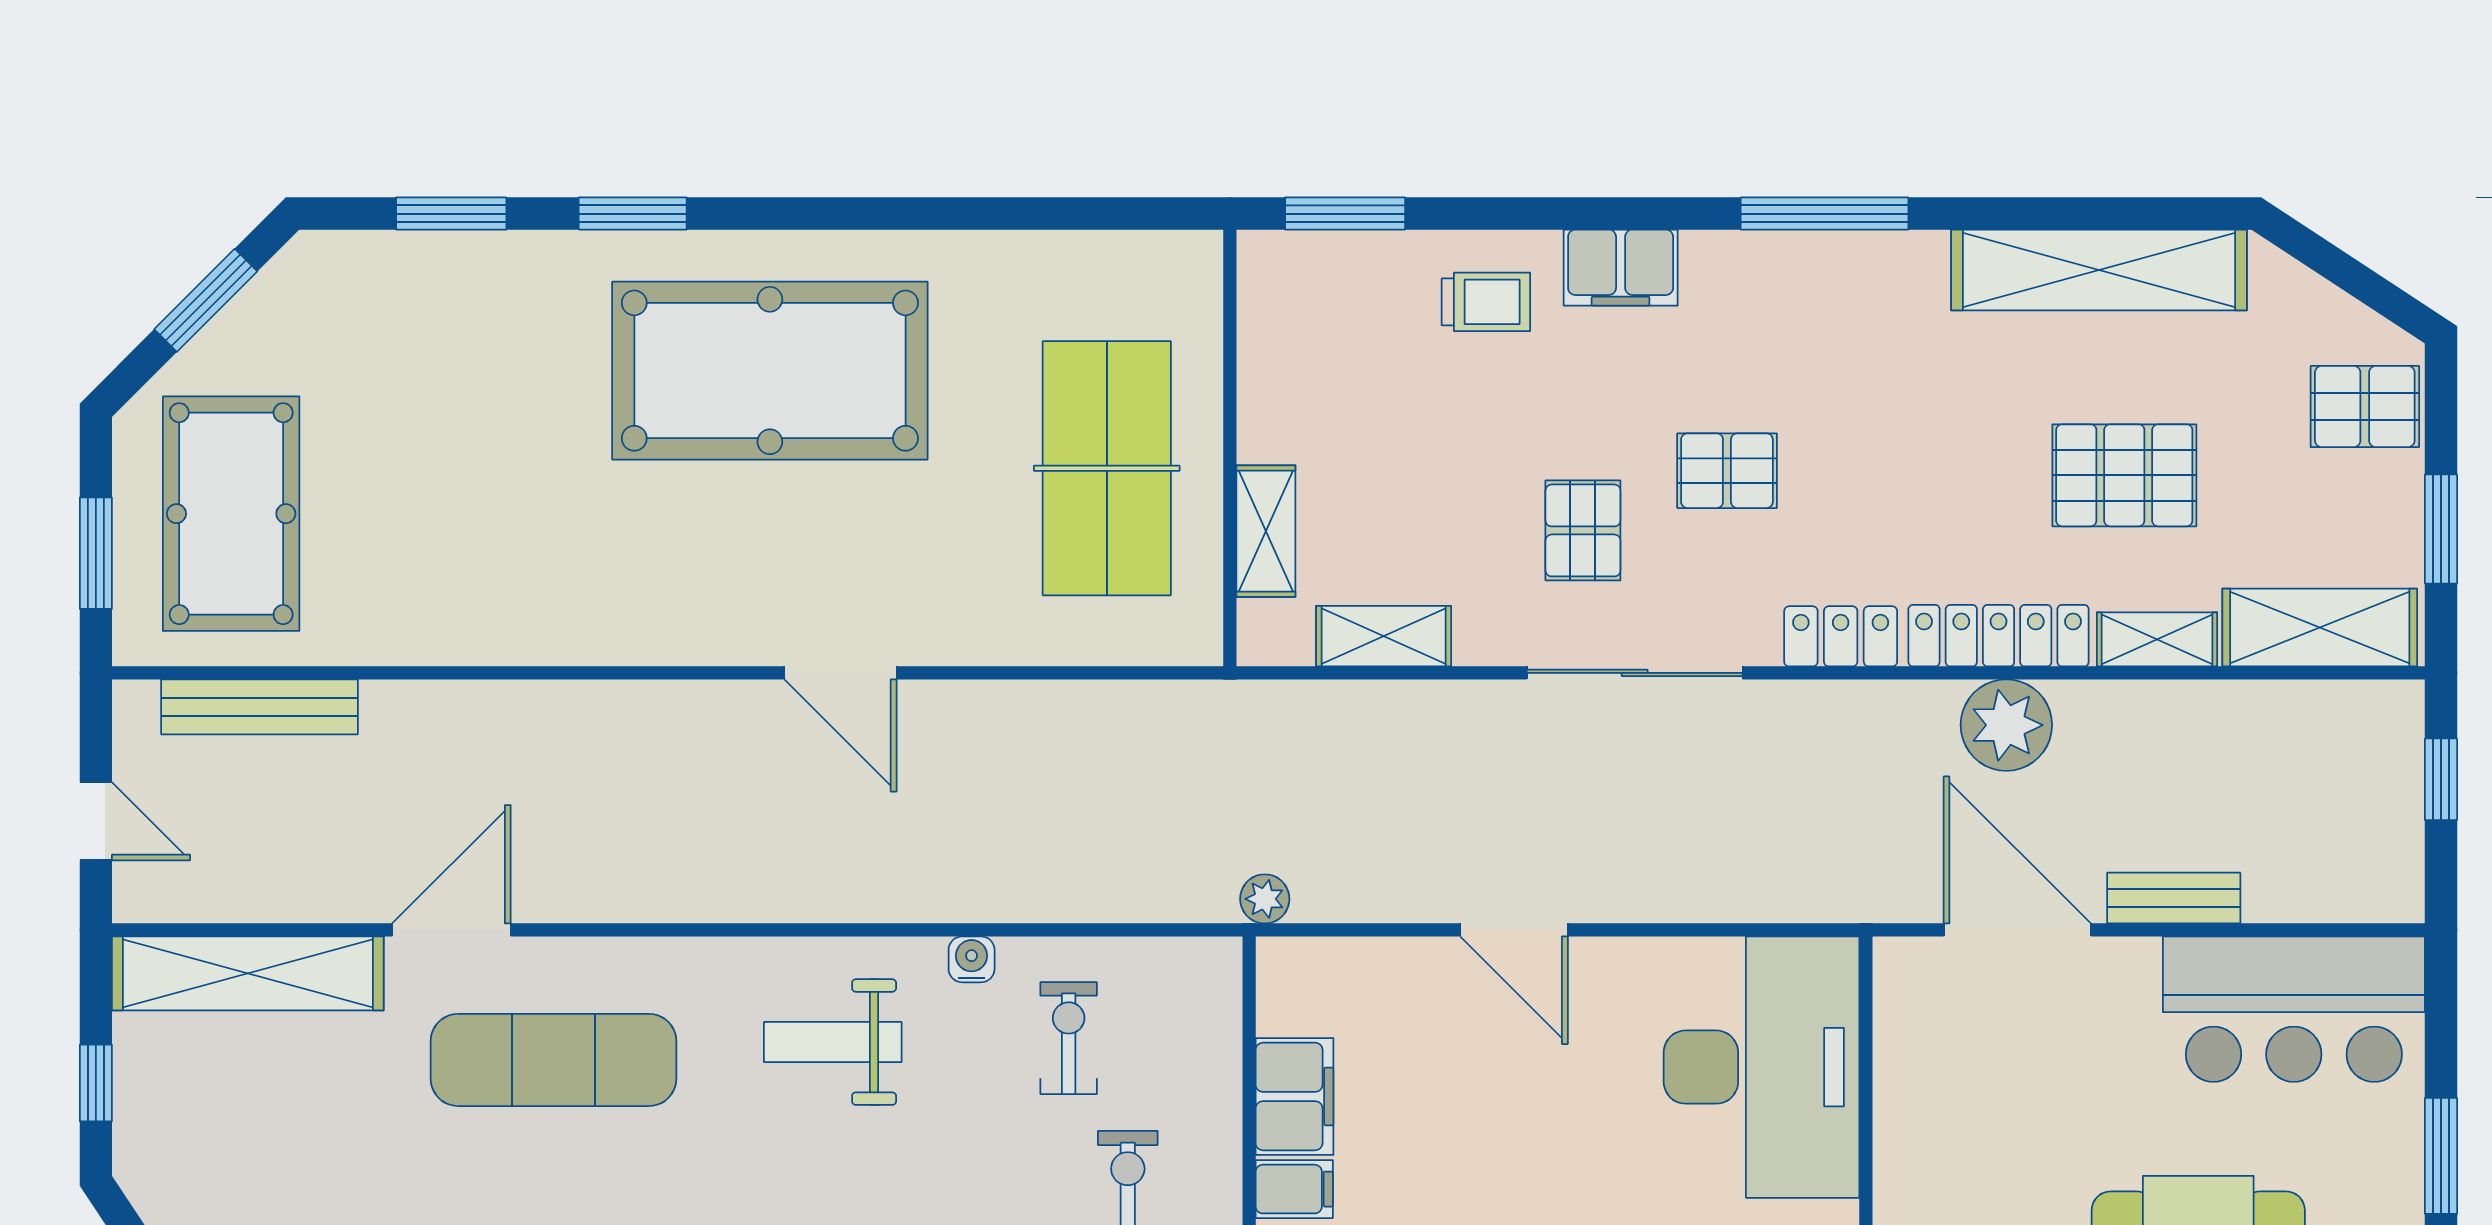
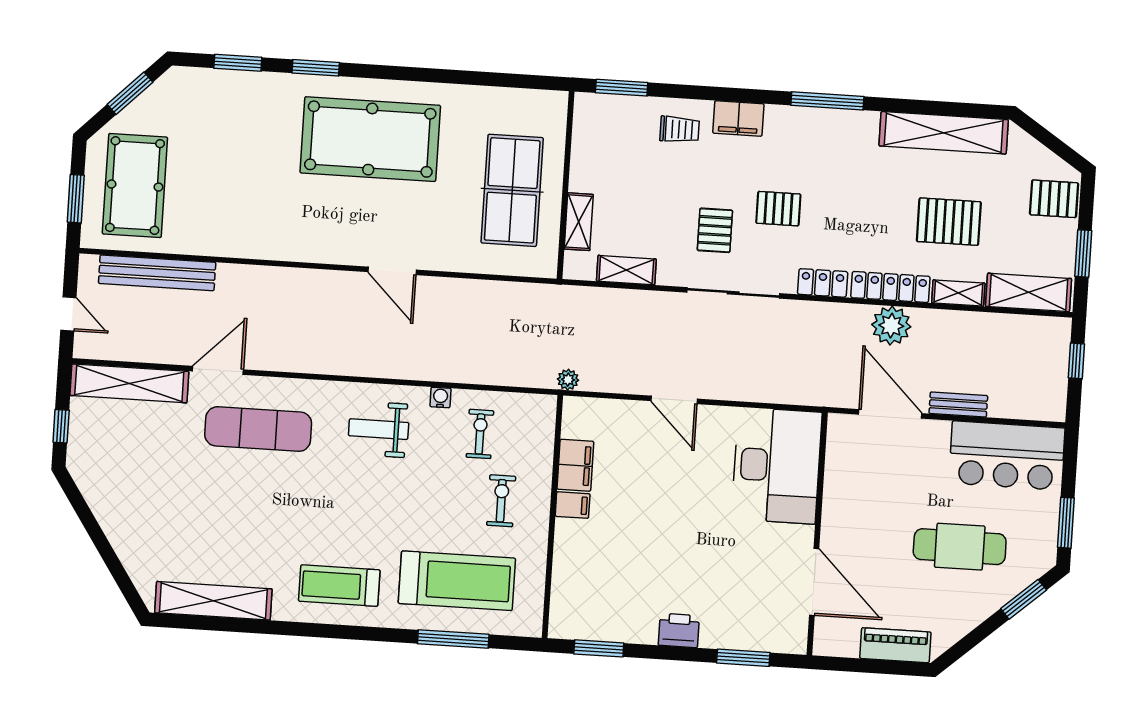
bench: (260, 707) -> (157, 273), width x1.37, depth x1.21

